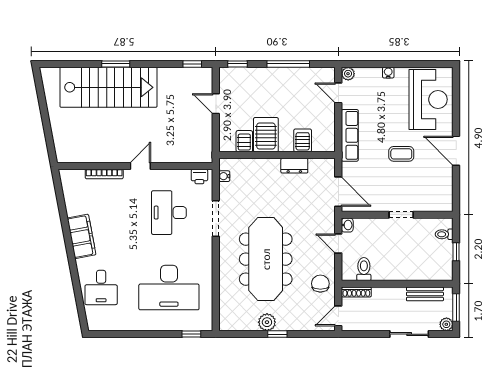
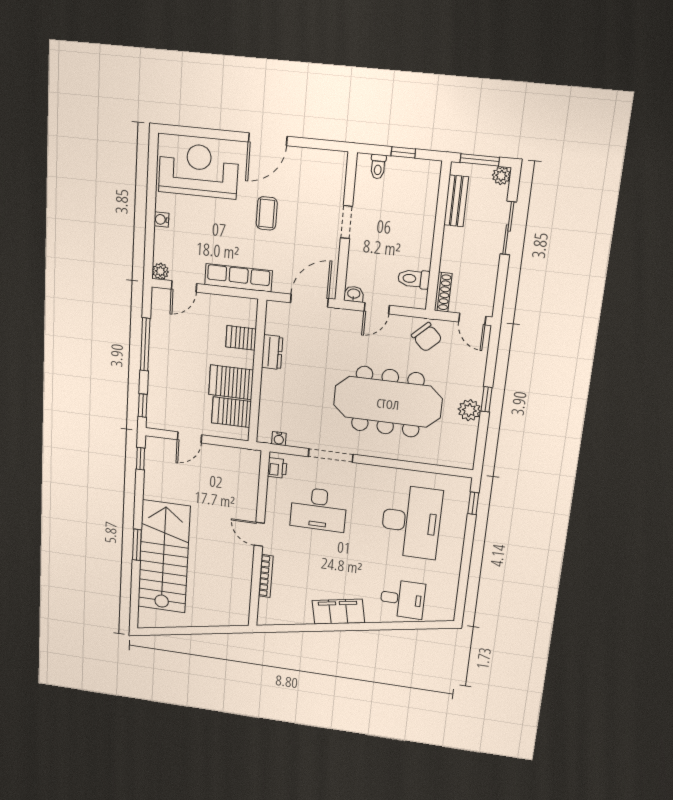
server rack: (244, 141) -> (231, 412), width x1.36, depth x1.44
chair: (320, 284) -> (427, 337), turned -134

